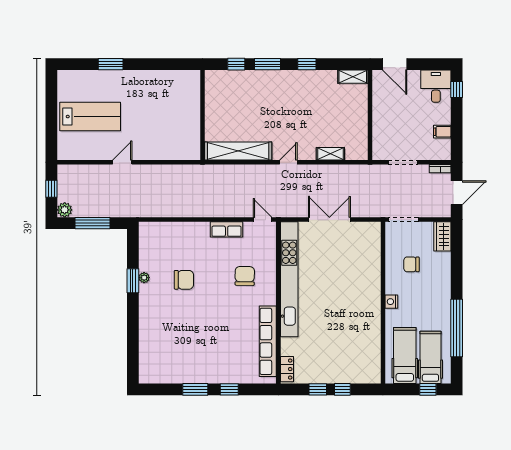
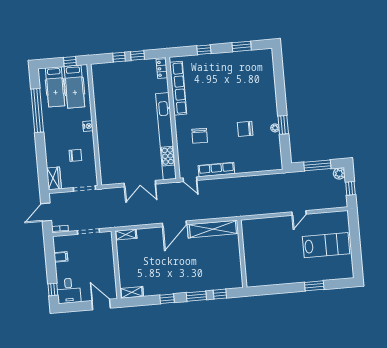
lab bench: (90, 117) -> (326, 245), turned 180
shelving: (330, 154) -> (126, 235), moved
door: (288, 162) -> (174, 224), width x1.88
row of seats: (227, 229) -> (216, 169), width x1.48
window: (195, 389) -> (242, 46), moved
window: (428, 389) -> (70, 61), moved

